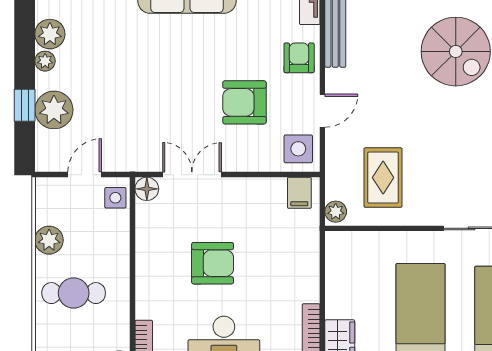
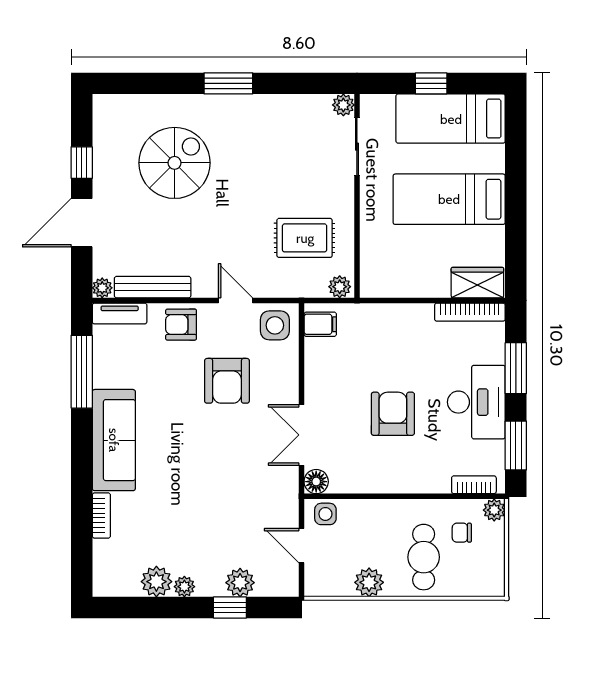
plant: (54, 110) -> (240, 583), width x0.73, depth x0.73
chair: (97, 330) -> (462, 533), added

